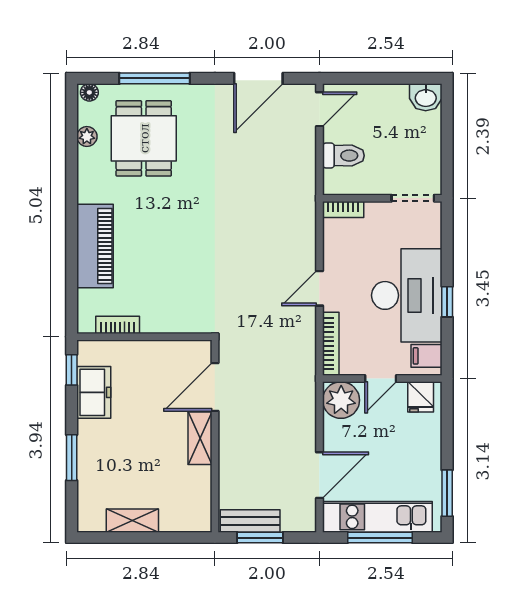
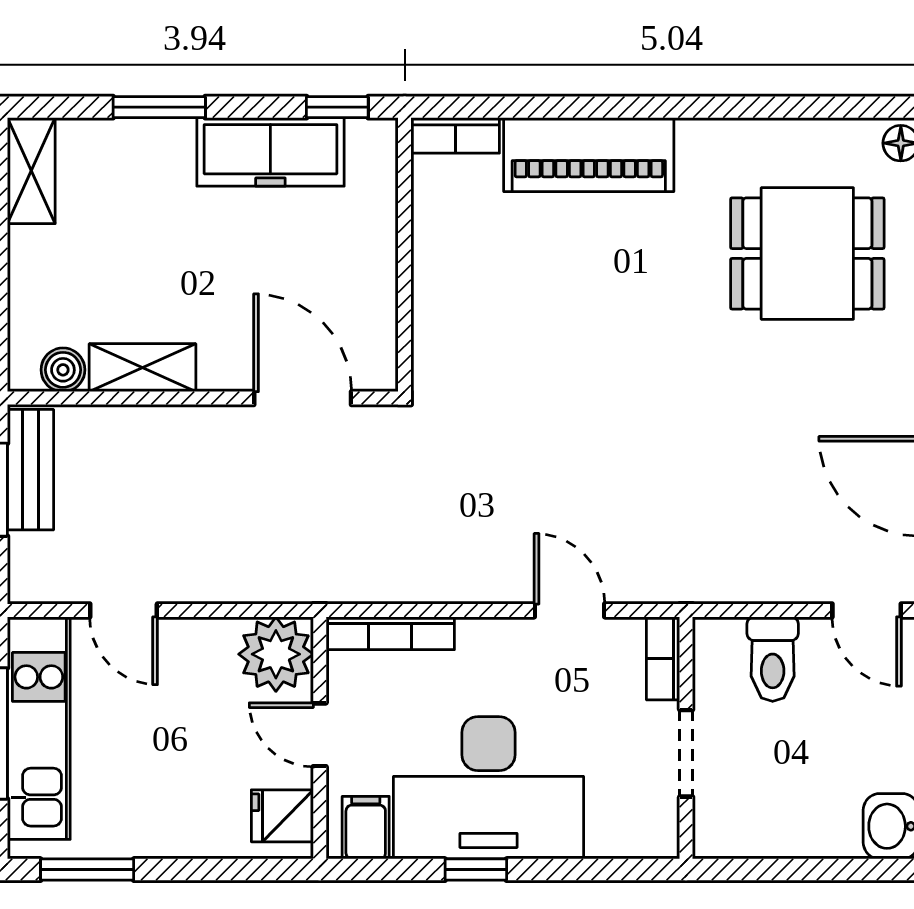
plant: (87, 137) -> (811, 138), removed
doorway: (413, 198) -> (686, 753), moved
door: (319, 288) -> (570, 610), moved
bookcase: (118, 325) -> (455, 135), moved, turned 90
freezer: (94, 392) -> (270, 152), width x1.40
shelving: (200, 438) -> (142, 368), moved
door: (319, 475) -> (124, 610), width x0.73
boiler: (201, 505) -> (63, 370), added
shelving: (132, 521) -> (31, 171), moved

